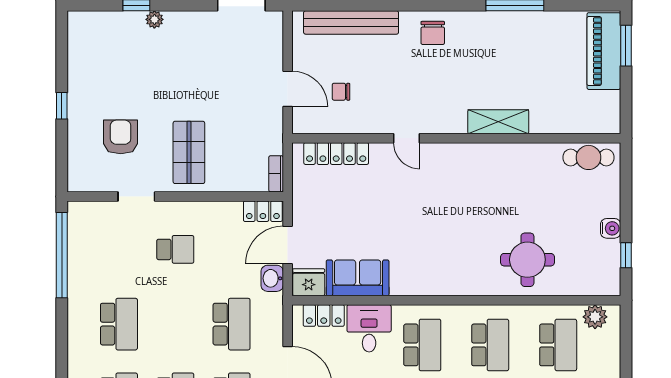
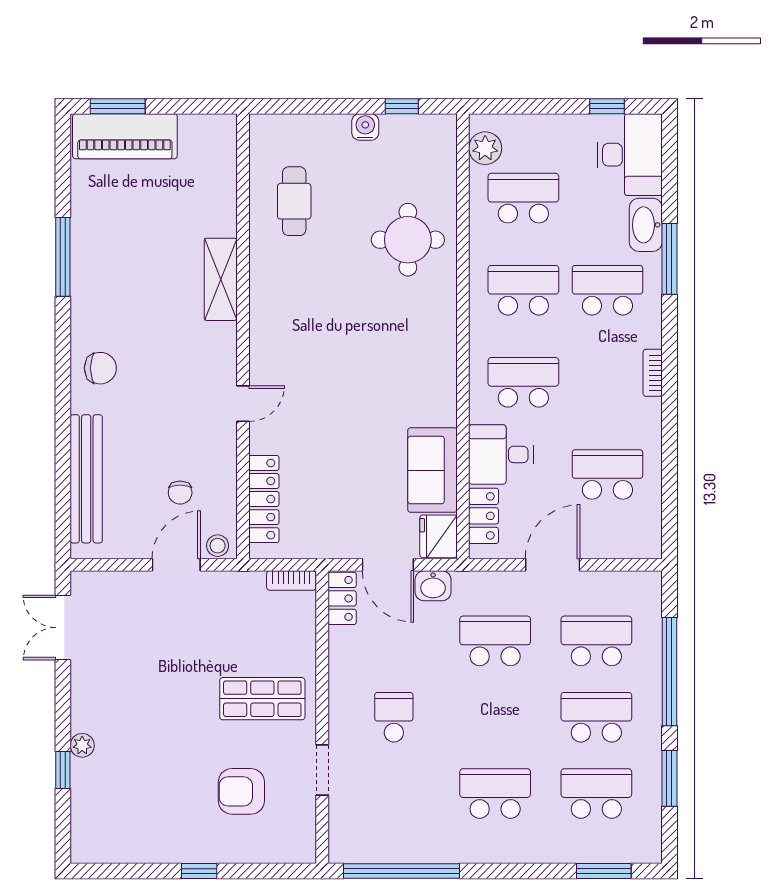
stool: (302, 119) -> (218, 546), added
cafe table: (588, 157) -> (294, 201), moved

